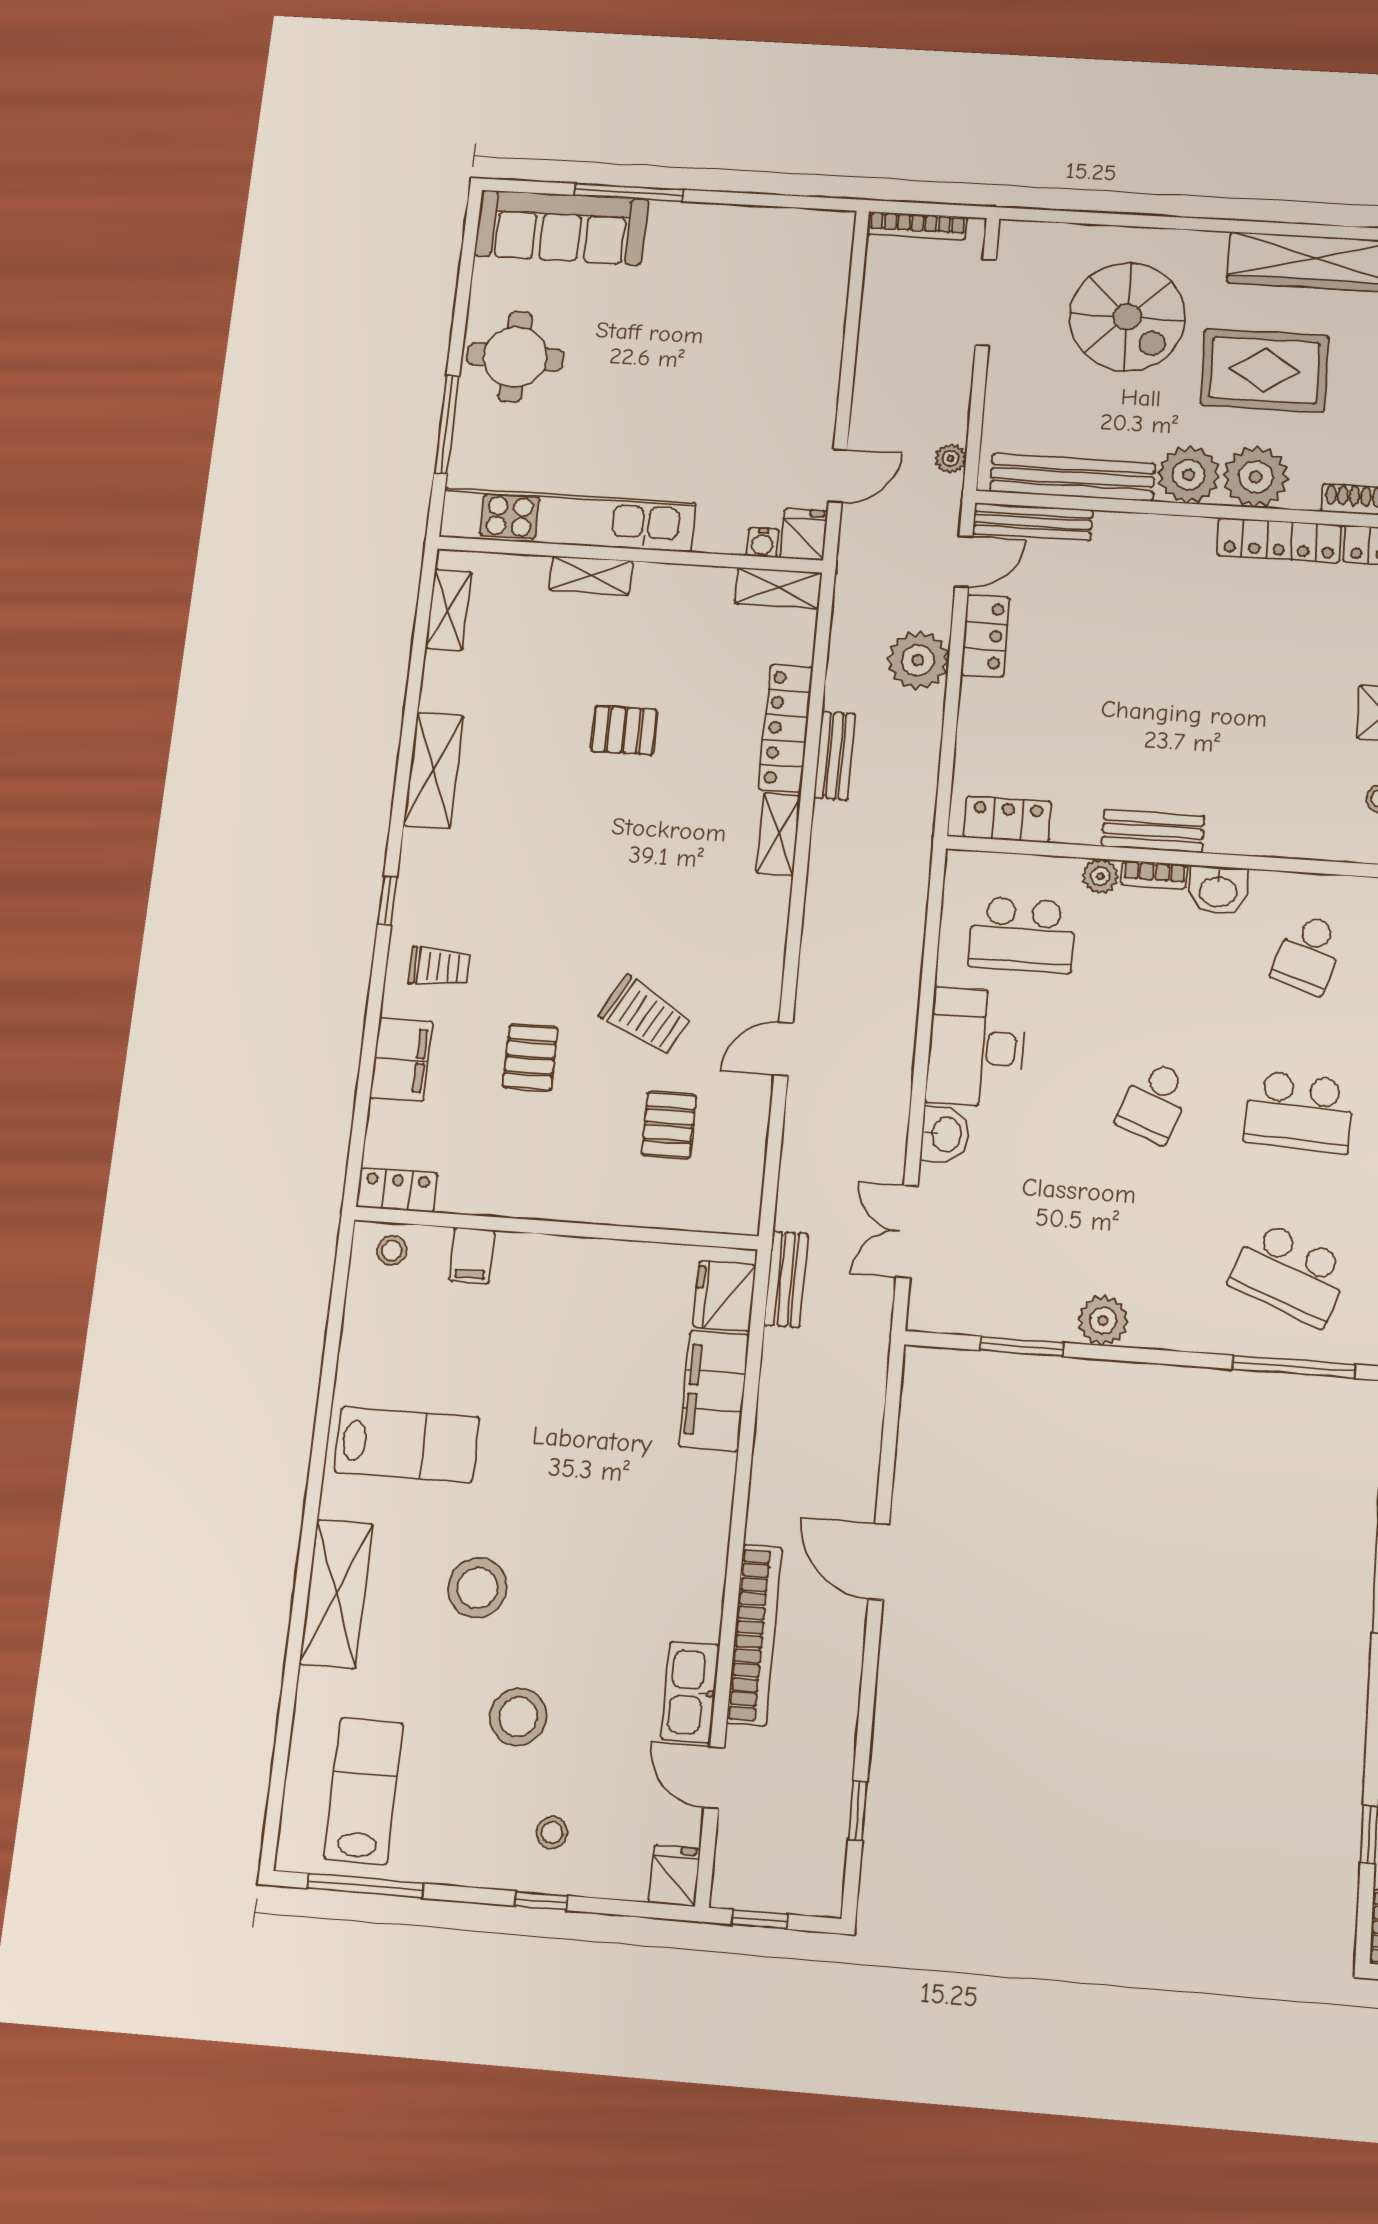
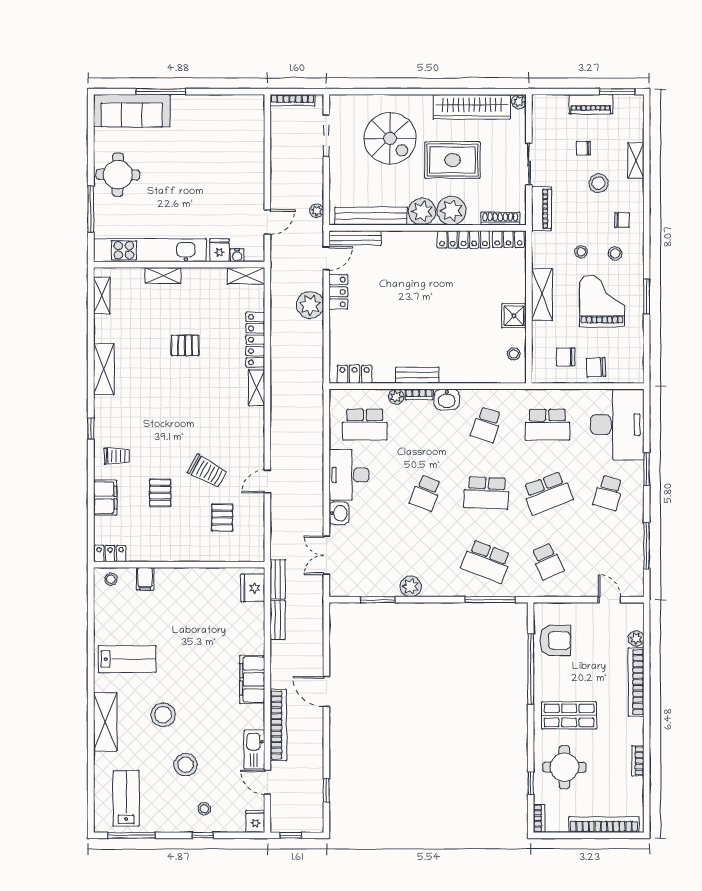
fridge: (804, 534) -> (219, 250), moved
bench: (835, 756) -> (278, 620), moved
filing cabinet: (714, 1391) -> (252, 679), moved

